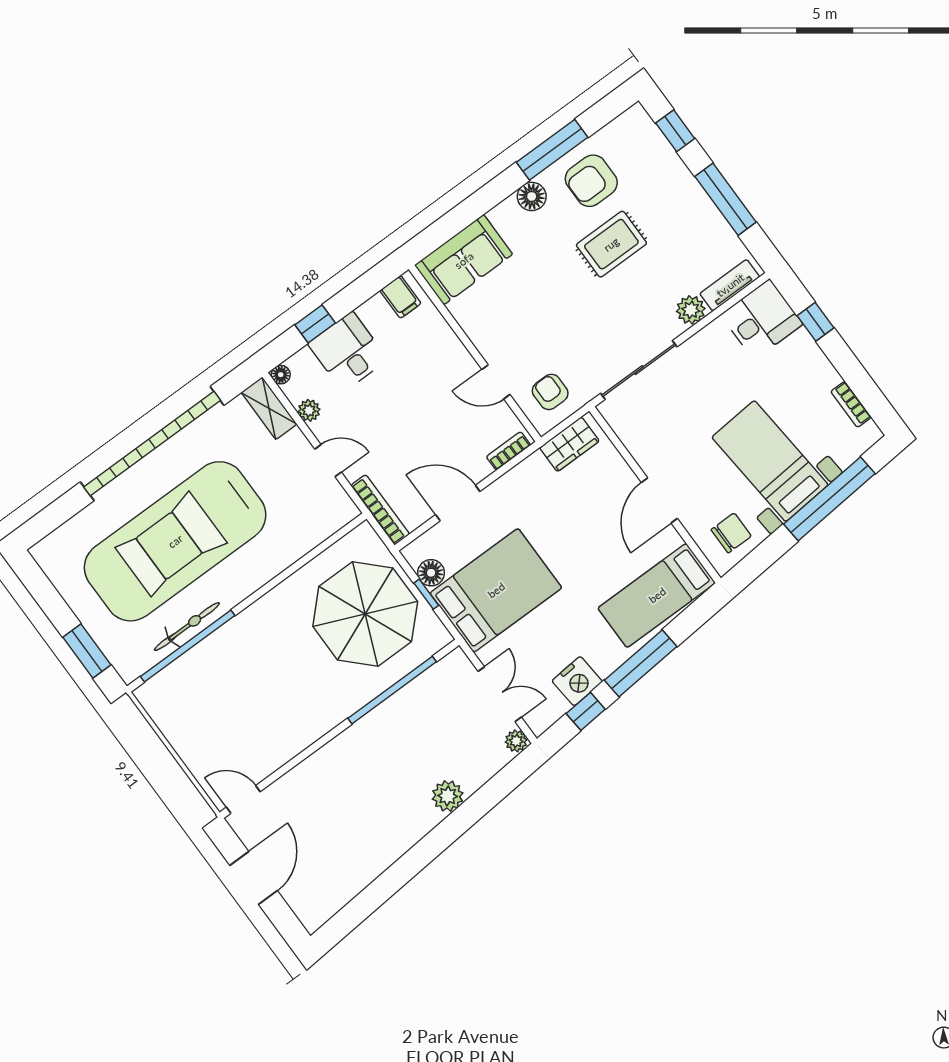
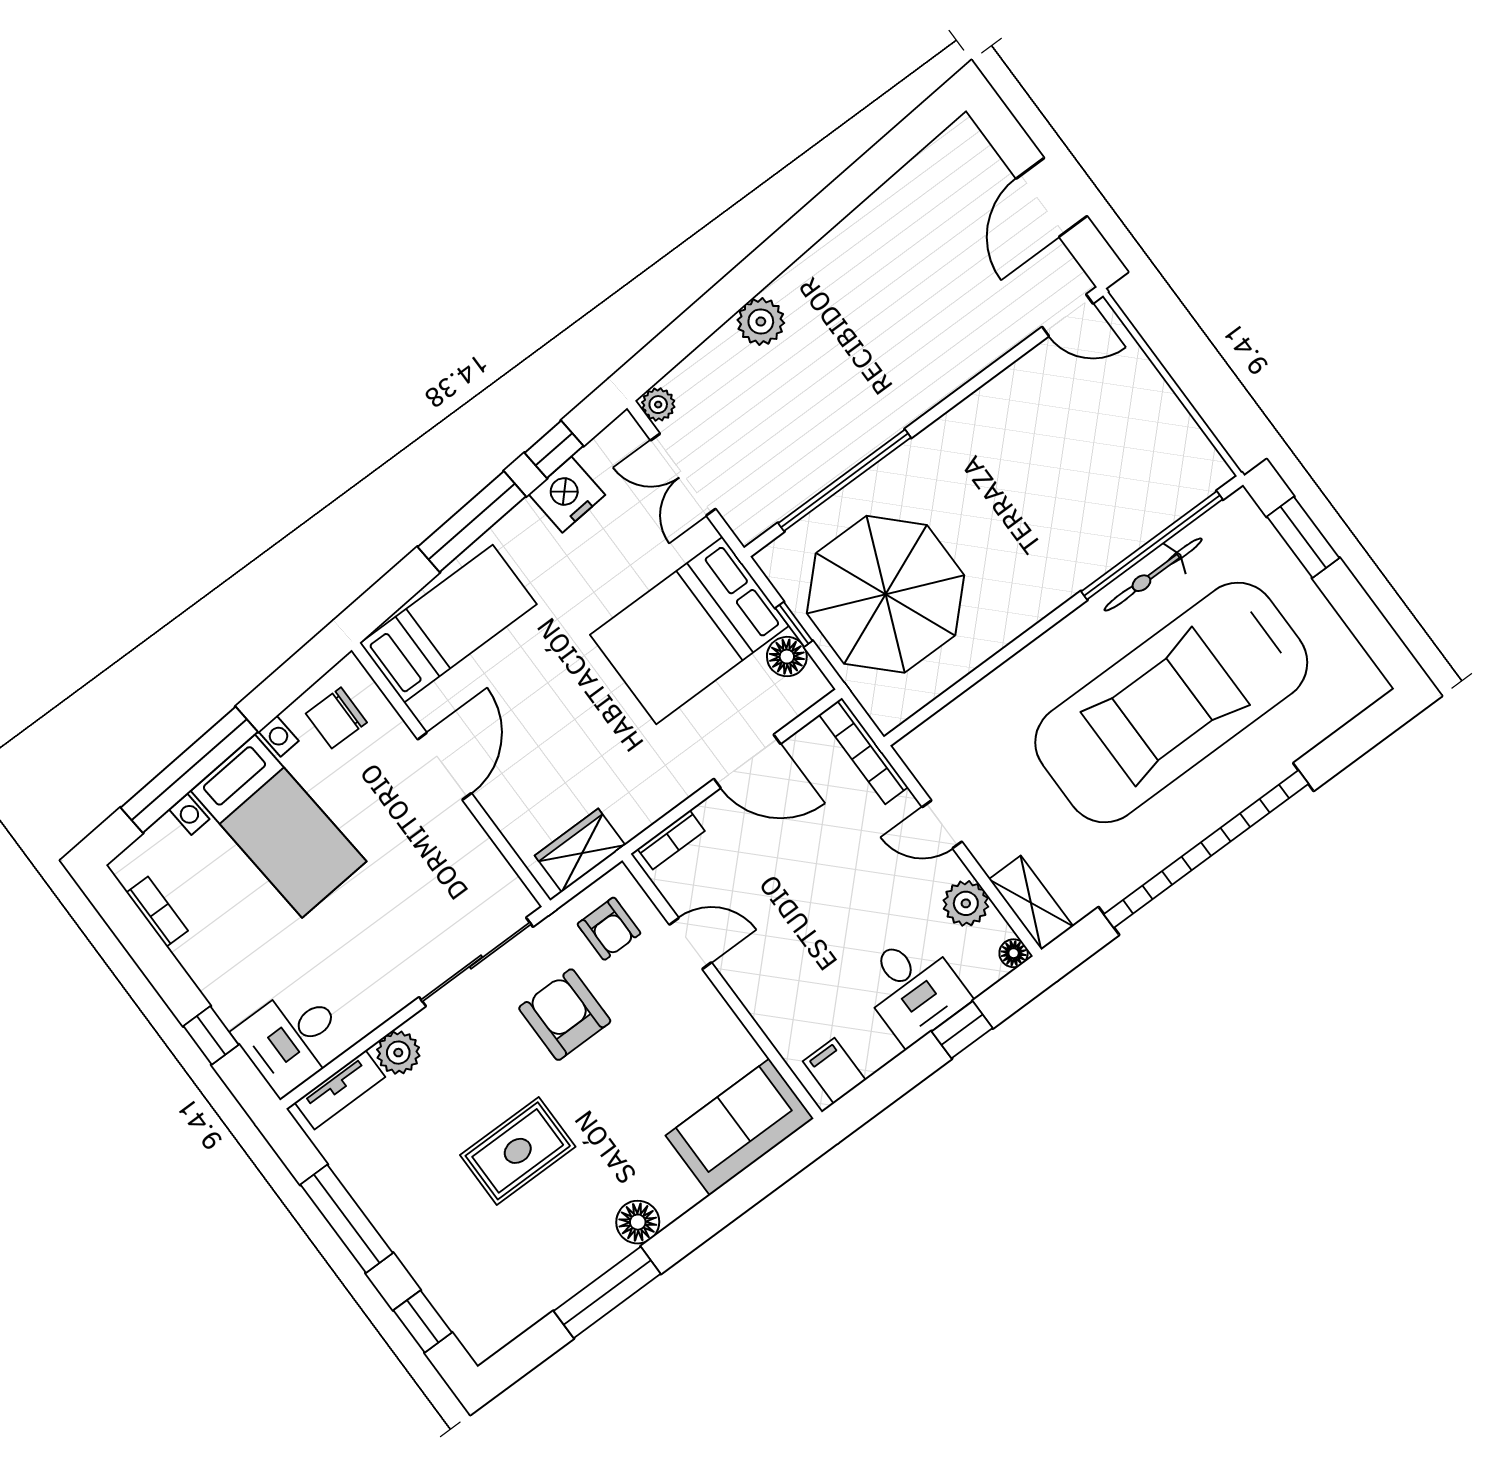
armchair: (591, 181) -> (565, 1015), moved, turned -90
plant: (309, 410) -> (966, 903), width x1.38, depth x1.38
car: (175, 541) -> (1171, 702), turned 180

